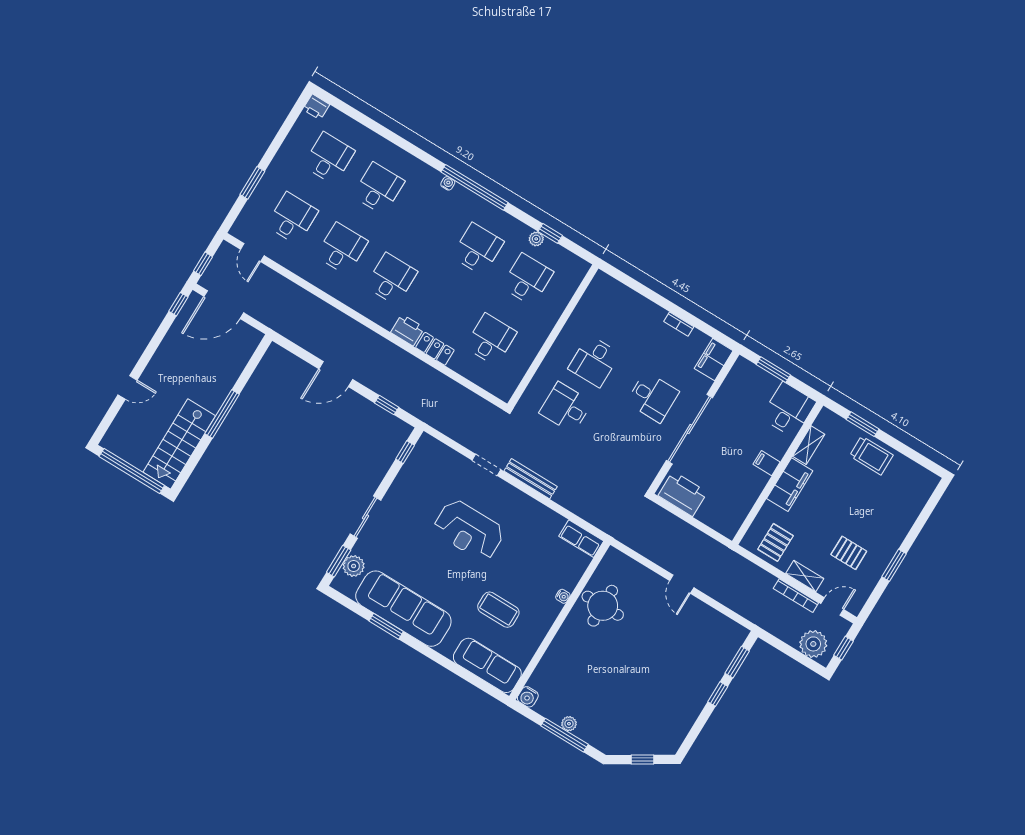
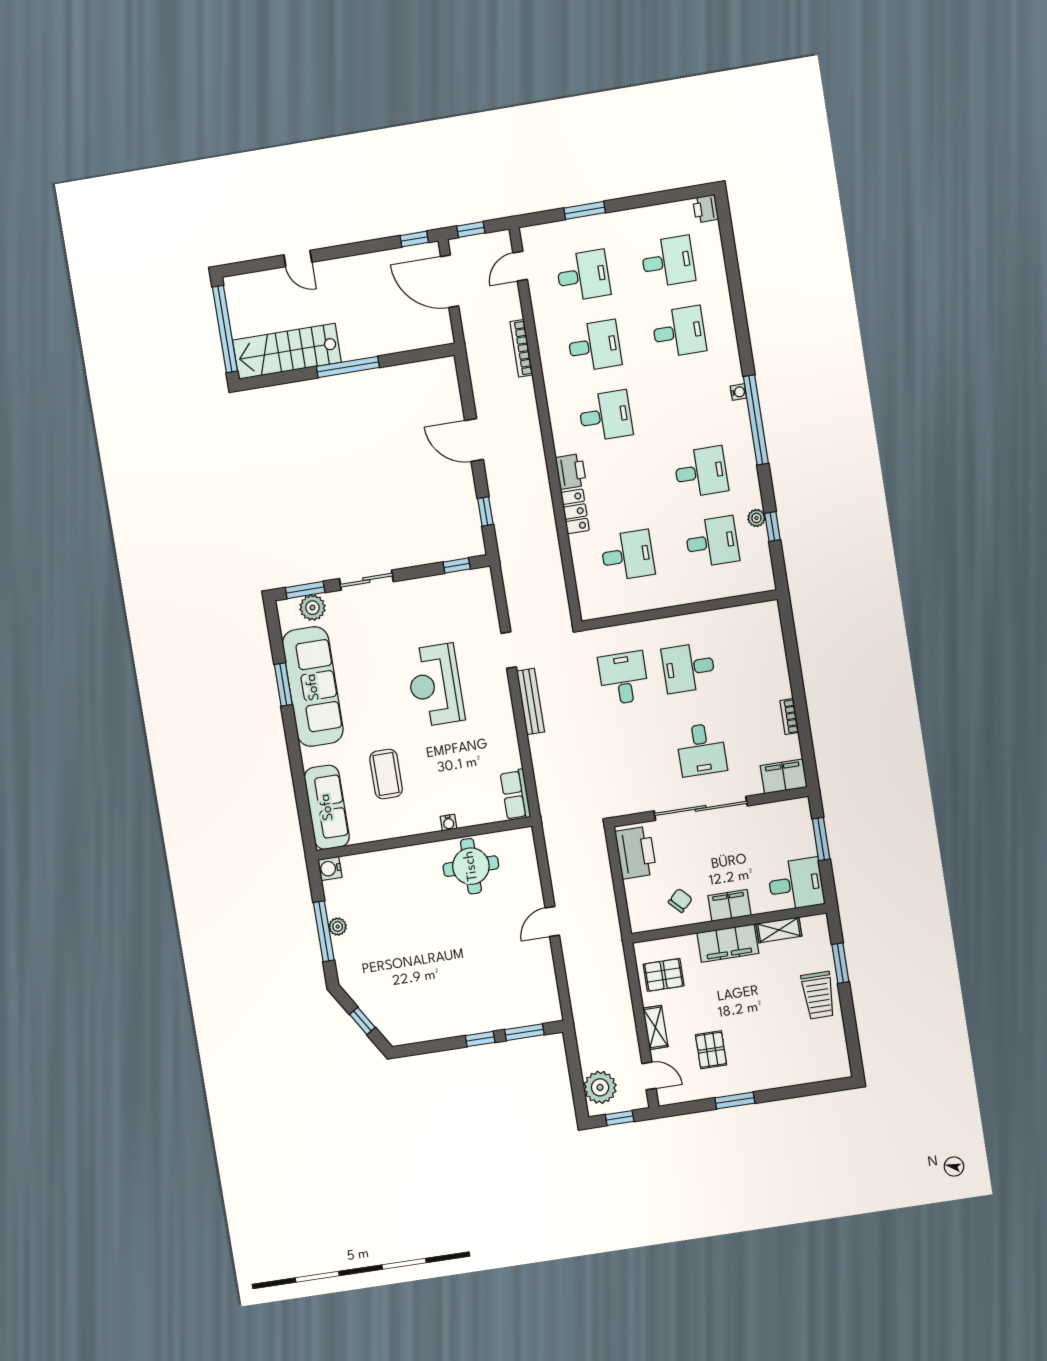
filing cabinet: (767, 463) -> (729, 905), width x2.00
chair: (737, 492) -> (680, 900), added
bookcase: (796, 596) -> (521, 348), moved

